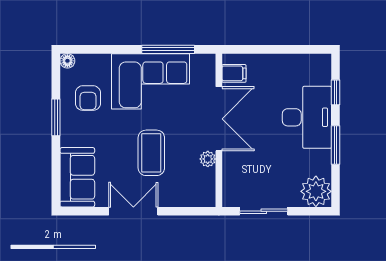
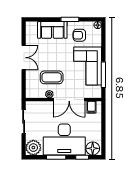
floor lamp: (318, 71) -> (93, 148), added
desk: (307, 117) -> (64, 139), width x1.36, depth x1.30
coffee table: (151, 153) -> (52, 77), moved
sofa: (77, 177) -> (52, 30), moved

